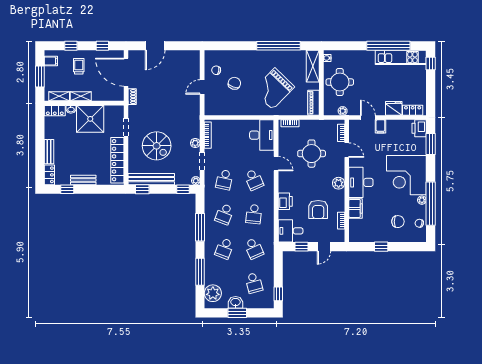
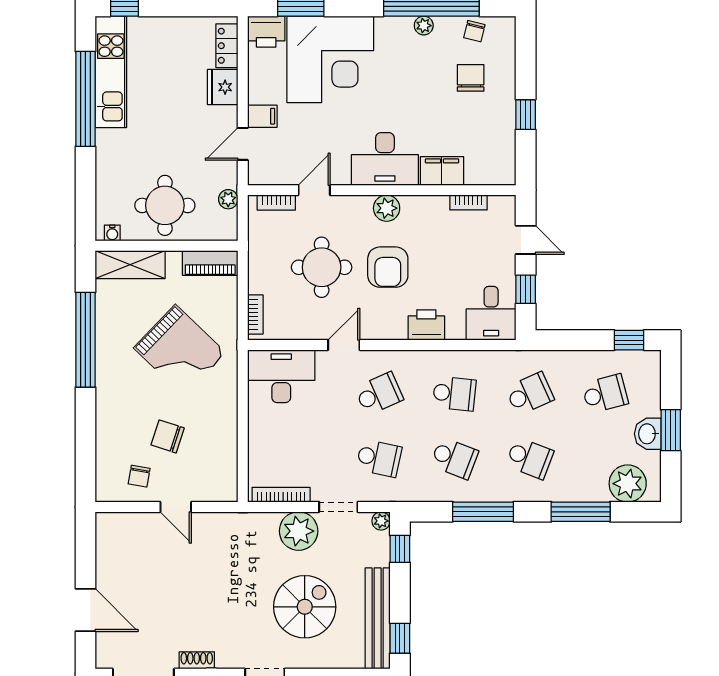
plant: (195, 143) -> (299, 531), width x1.87, depth x1.87
corner desk: (406, 175) -> (330, 59), moved
armchair: (318, 209) -> (388, 267), moved, turned 90

